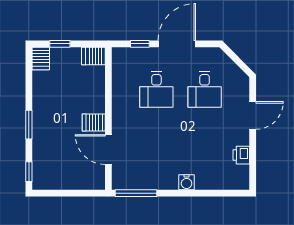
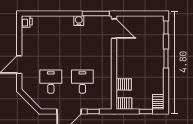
server rack: (94, 123) -> (124, 84), moved
door: (108, 150) -> (114, 29), moved
printer: (241, 155) -> (27, 22), moved
water cooler: (187, 182) -> (79, 21), moved

